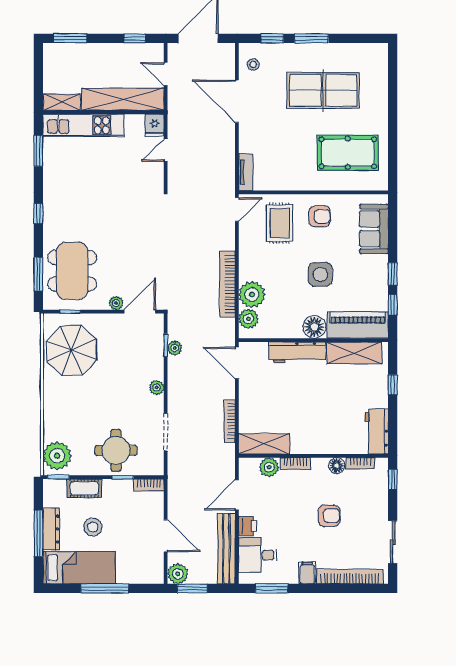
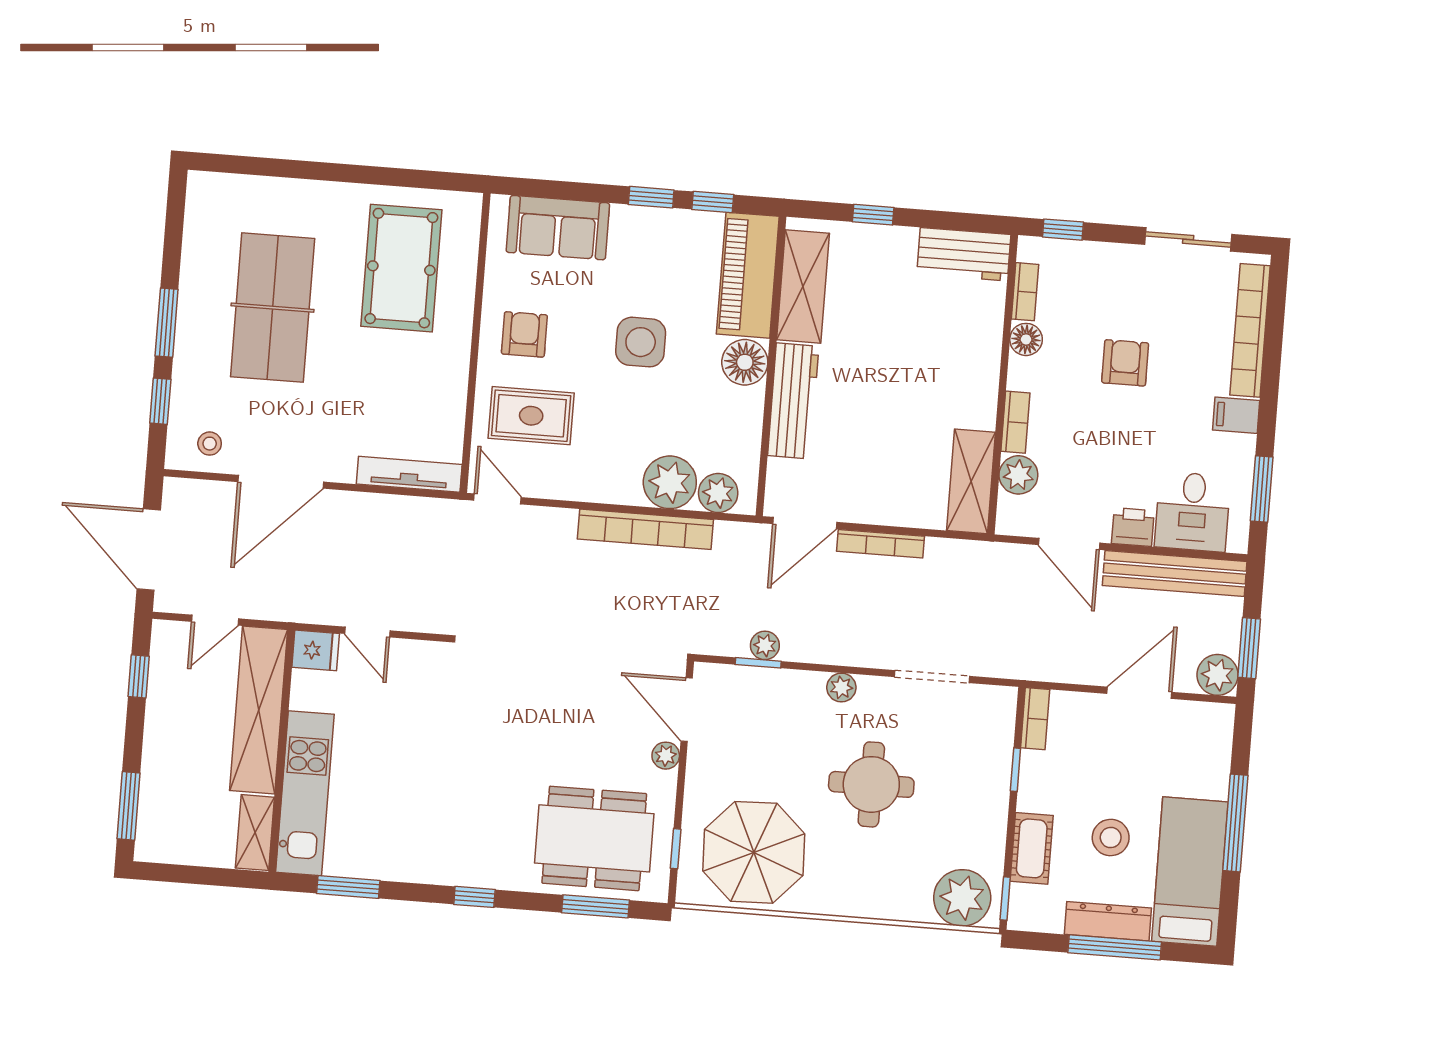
tv unit: (246, 172) -> (409, 474), width x1.41
bookcase: (230, 421) -> (881, 544), moved
round table: (116, 450) -> (871, 784), moved

